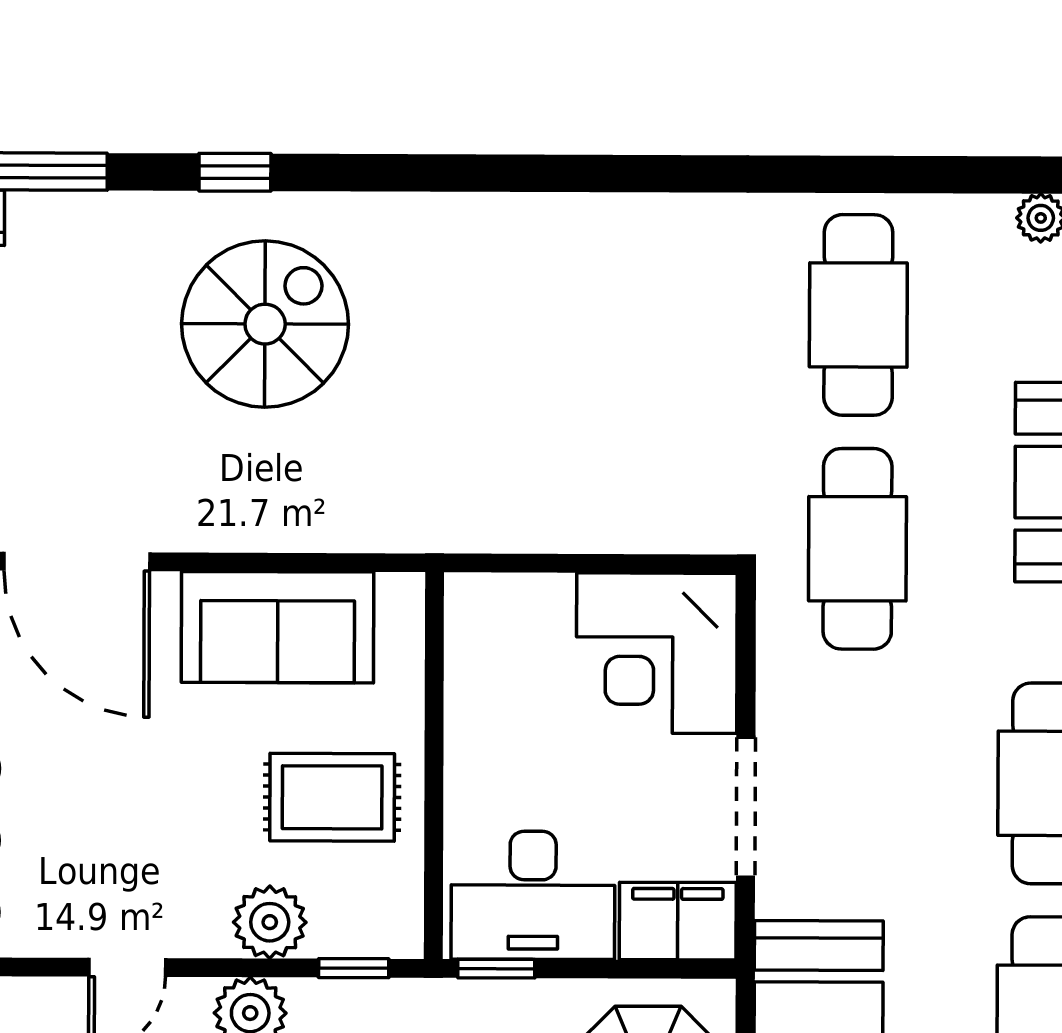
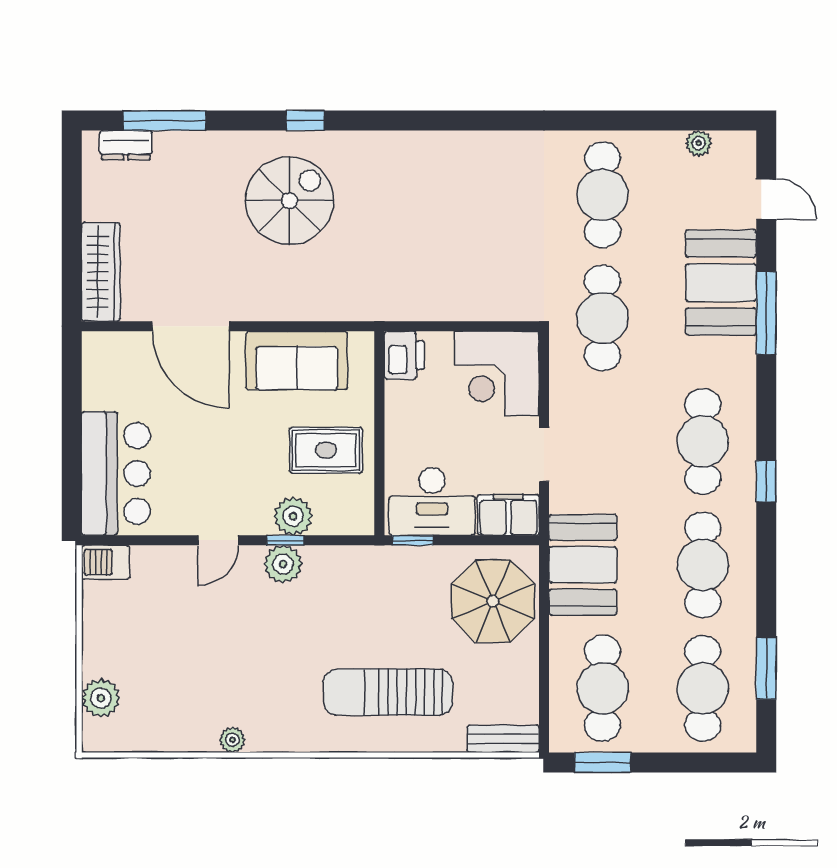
window: (235, 172) -> (305, 121), moved
printer: (481, 618) -> (404, 355), added
doorway: (746, 807) -> (544, 455), width x0.73
window: (354, 968) -> (285, 540), moved

